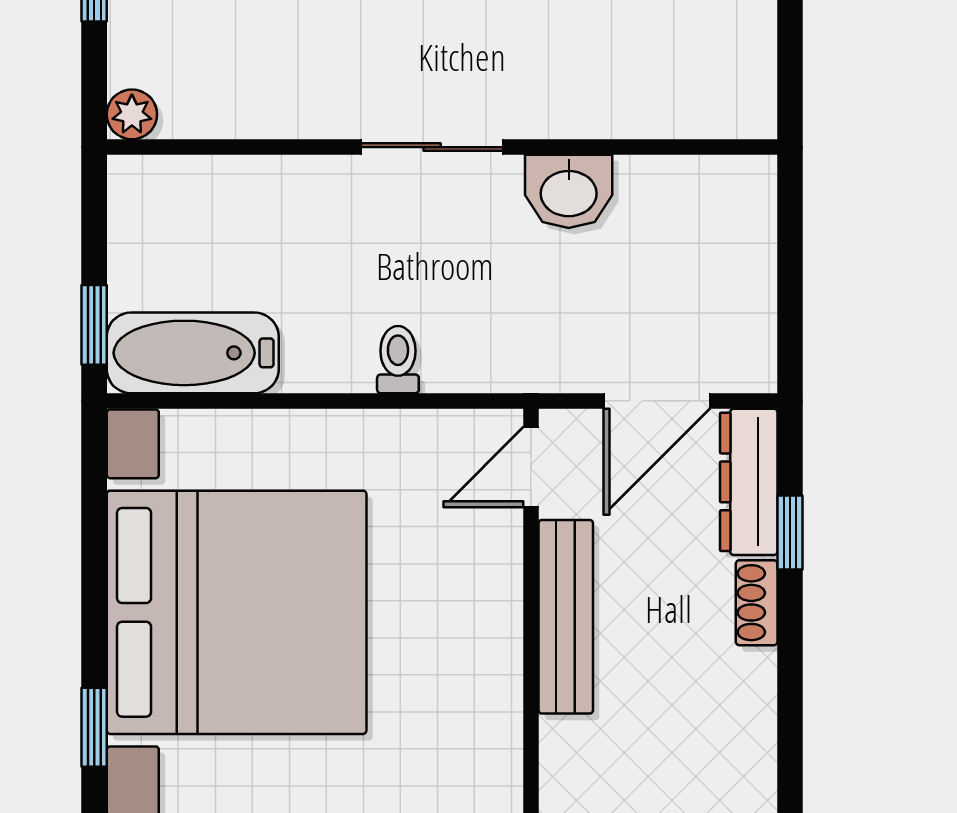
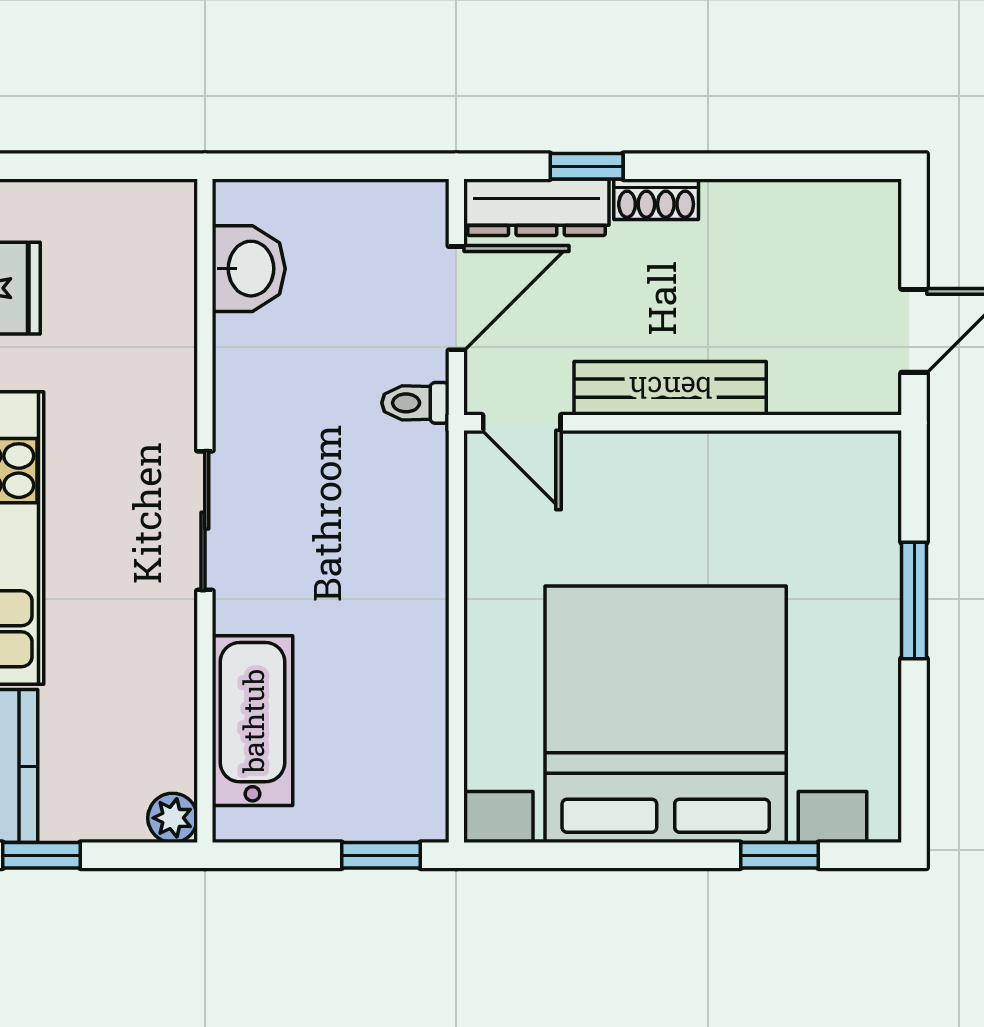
washbasin: (569, 191) -> (249, 269), moved
bathtub: (193, 353) -> (253, 721), moved, turned 180
toilet: (398, 360) -> (415, 403), moved
door: (657, 401) -> (456, 298), hinge flipped

